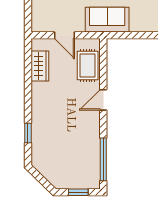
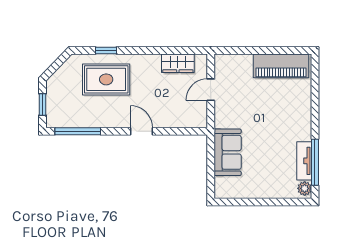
sofa: (107, 20) -> (228, 152), moved
rug: (88, 66) -> (106, 79), moved, width x1.36, depth x1.43

